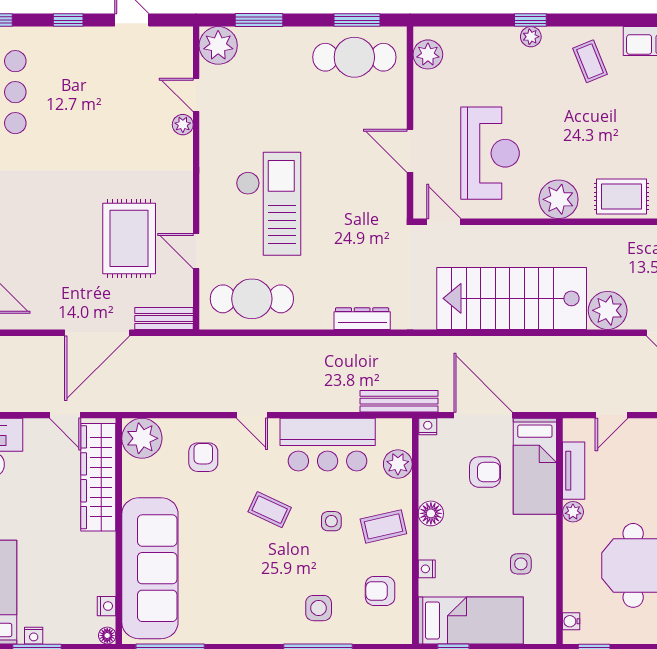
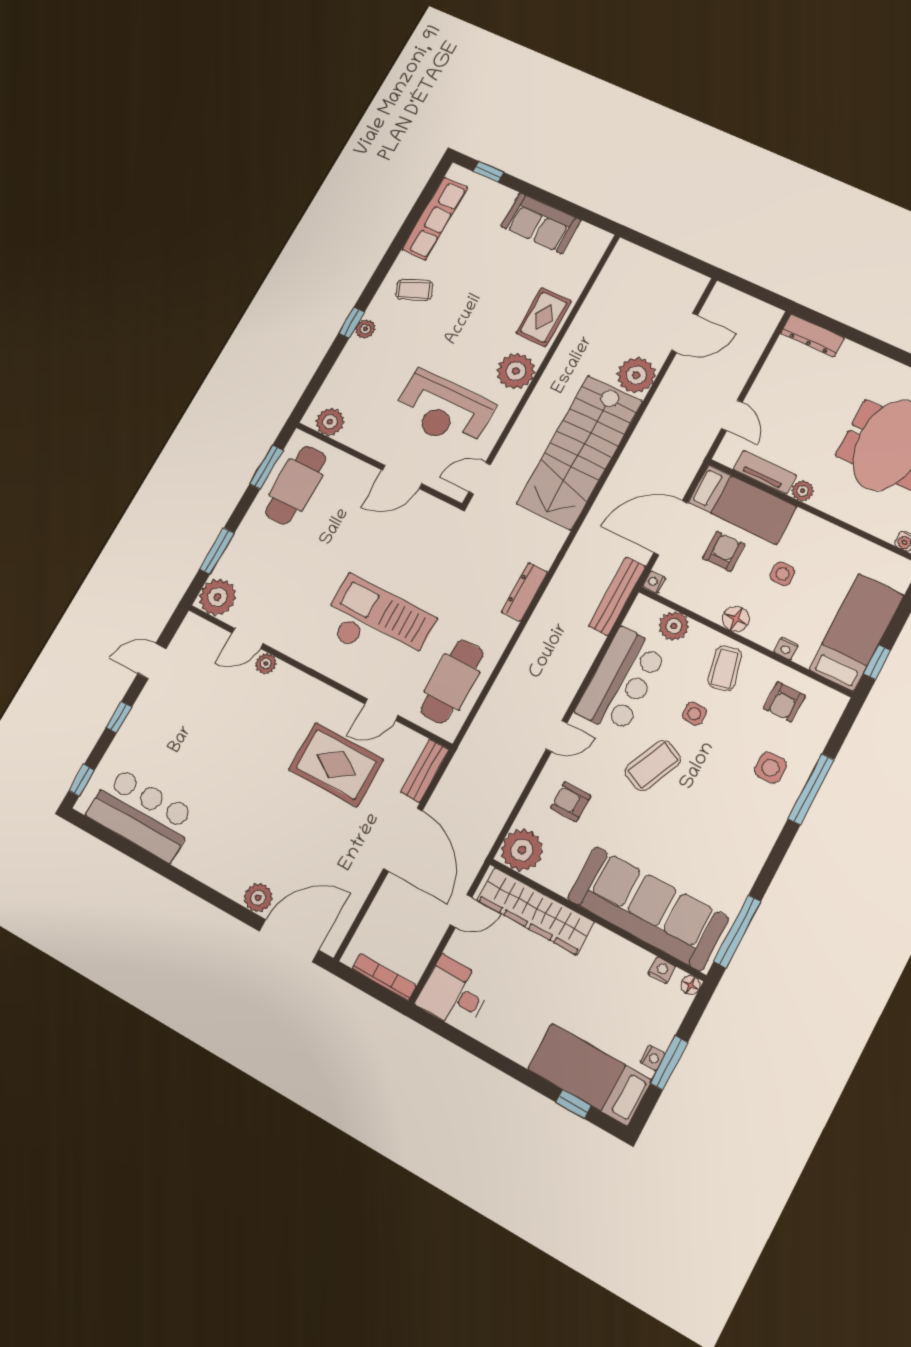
reception desk: (490, 153) -> (443, 410), turned 180
coffee table: (270, 510) -> (653, 765), width x1.36, depth x1.30
side table: (521, 564) -> (782, 574), moved

